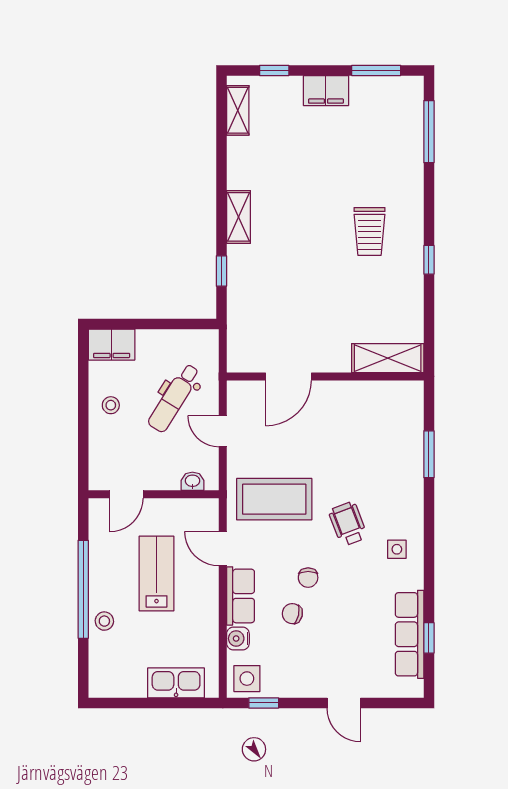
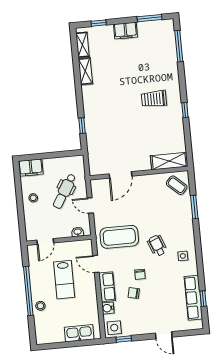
shelving: (238, 217) -> (85, 71), moved
trolley: (370, 231) -> (154, 99), turned 90
coffee table: (398, 408) -> (177, 185), added
lab bench: (157, 574) -> (64, 280), turned 180

